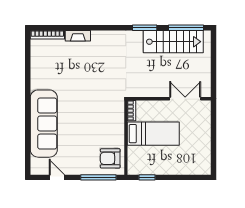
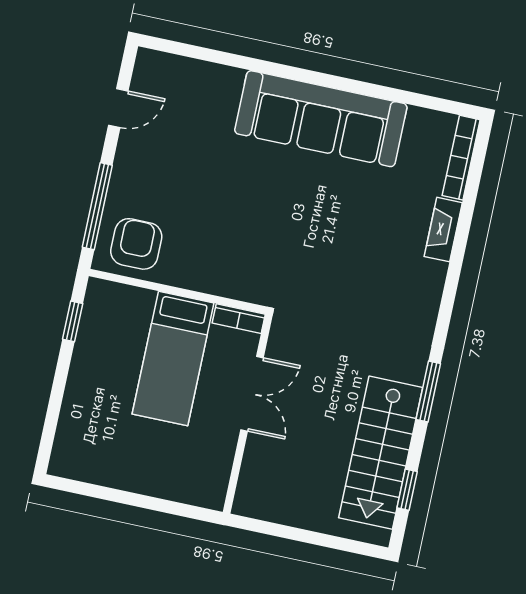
window: (186, 28) -> (407, 490), width x0.46
double door: (185, 99) -> (252, 394), moved
sofa: (44, 124) -> (321, 119), moved

